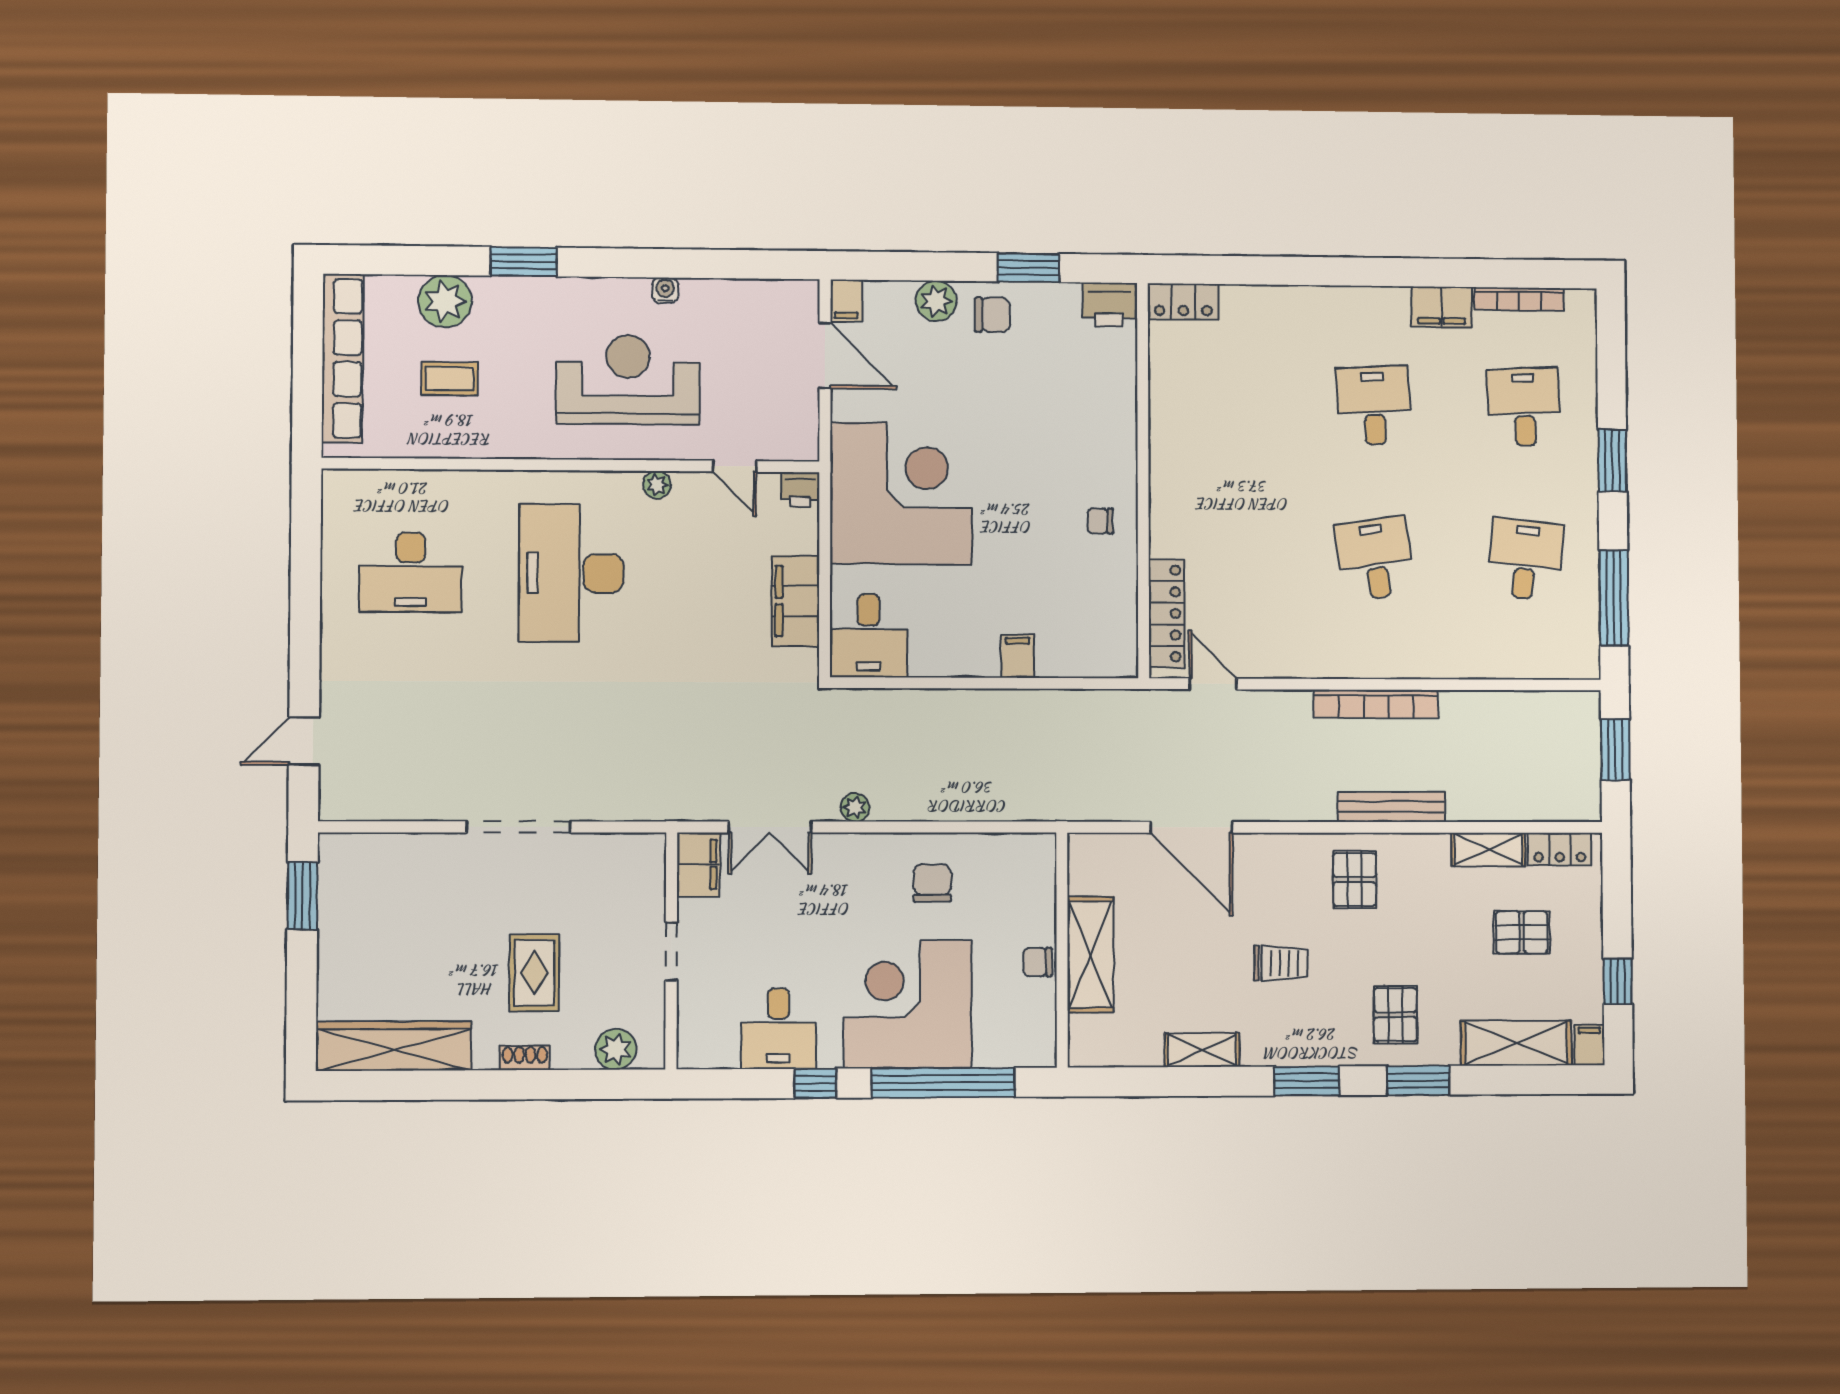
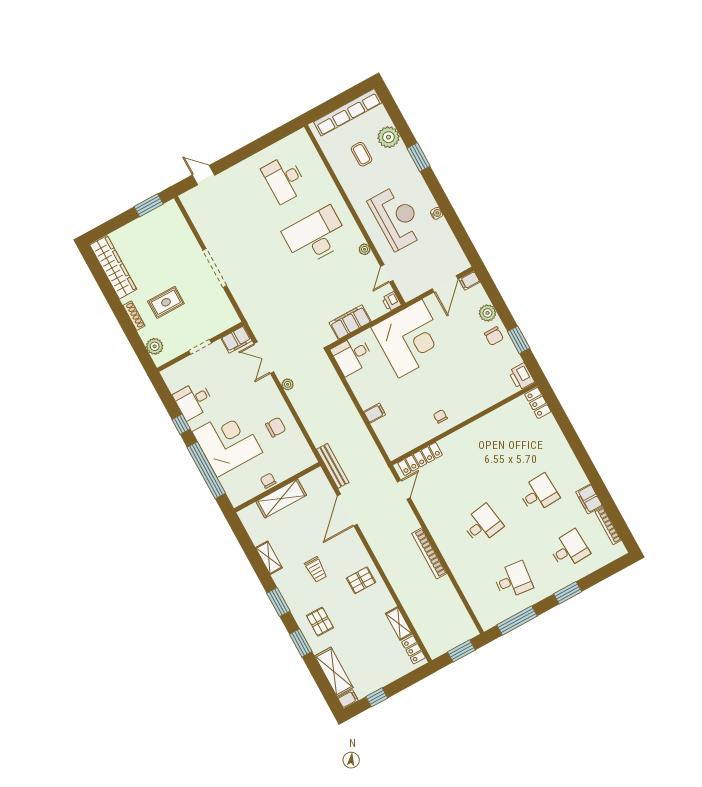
bench: (1391, 807) -> (333, 466), moved
pallet: (1522, 932) -> (375, 652), removed
pallet: (1395, 1015) -> (320, 622), turned 90
shoe rack: (525, 1058) -> (134, 316), width x1.43

